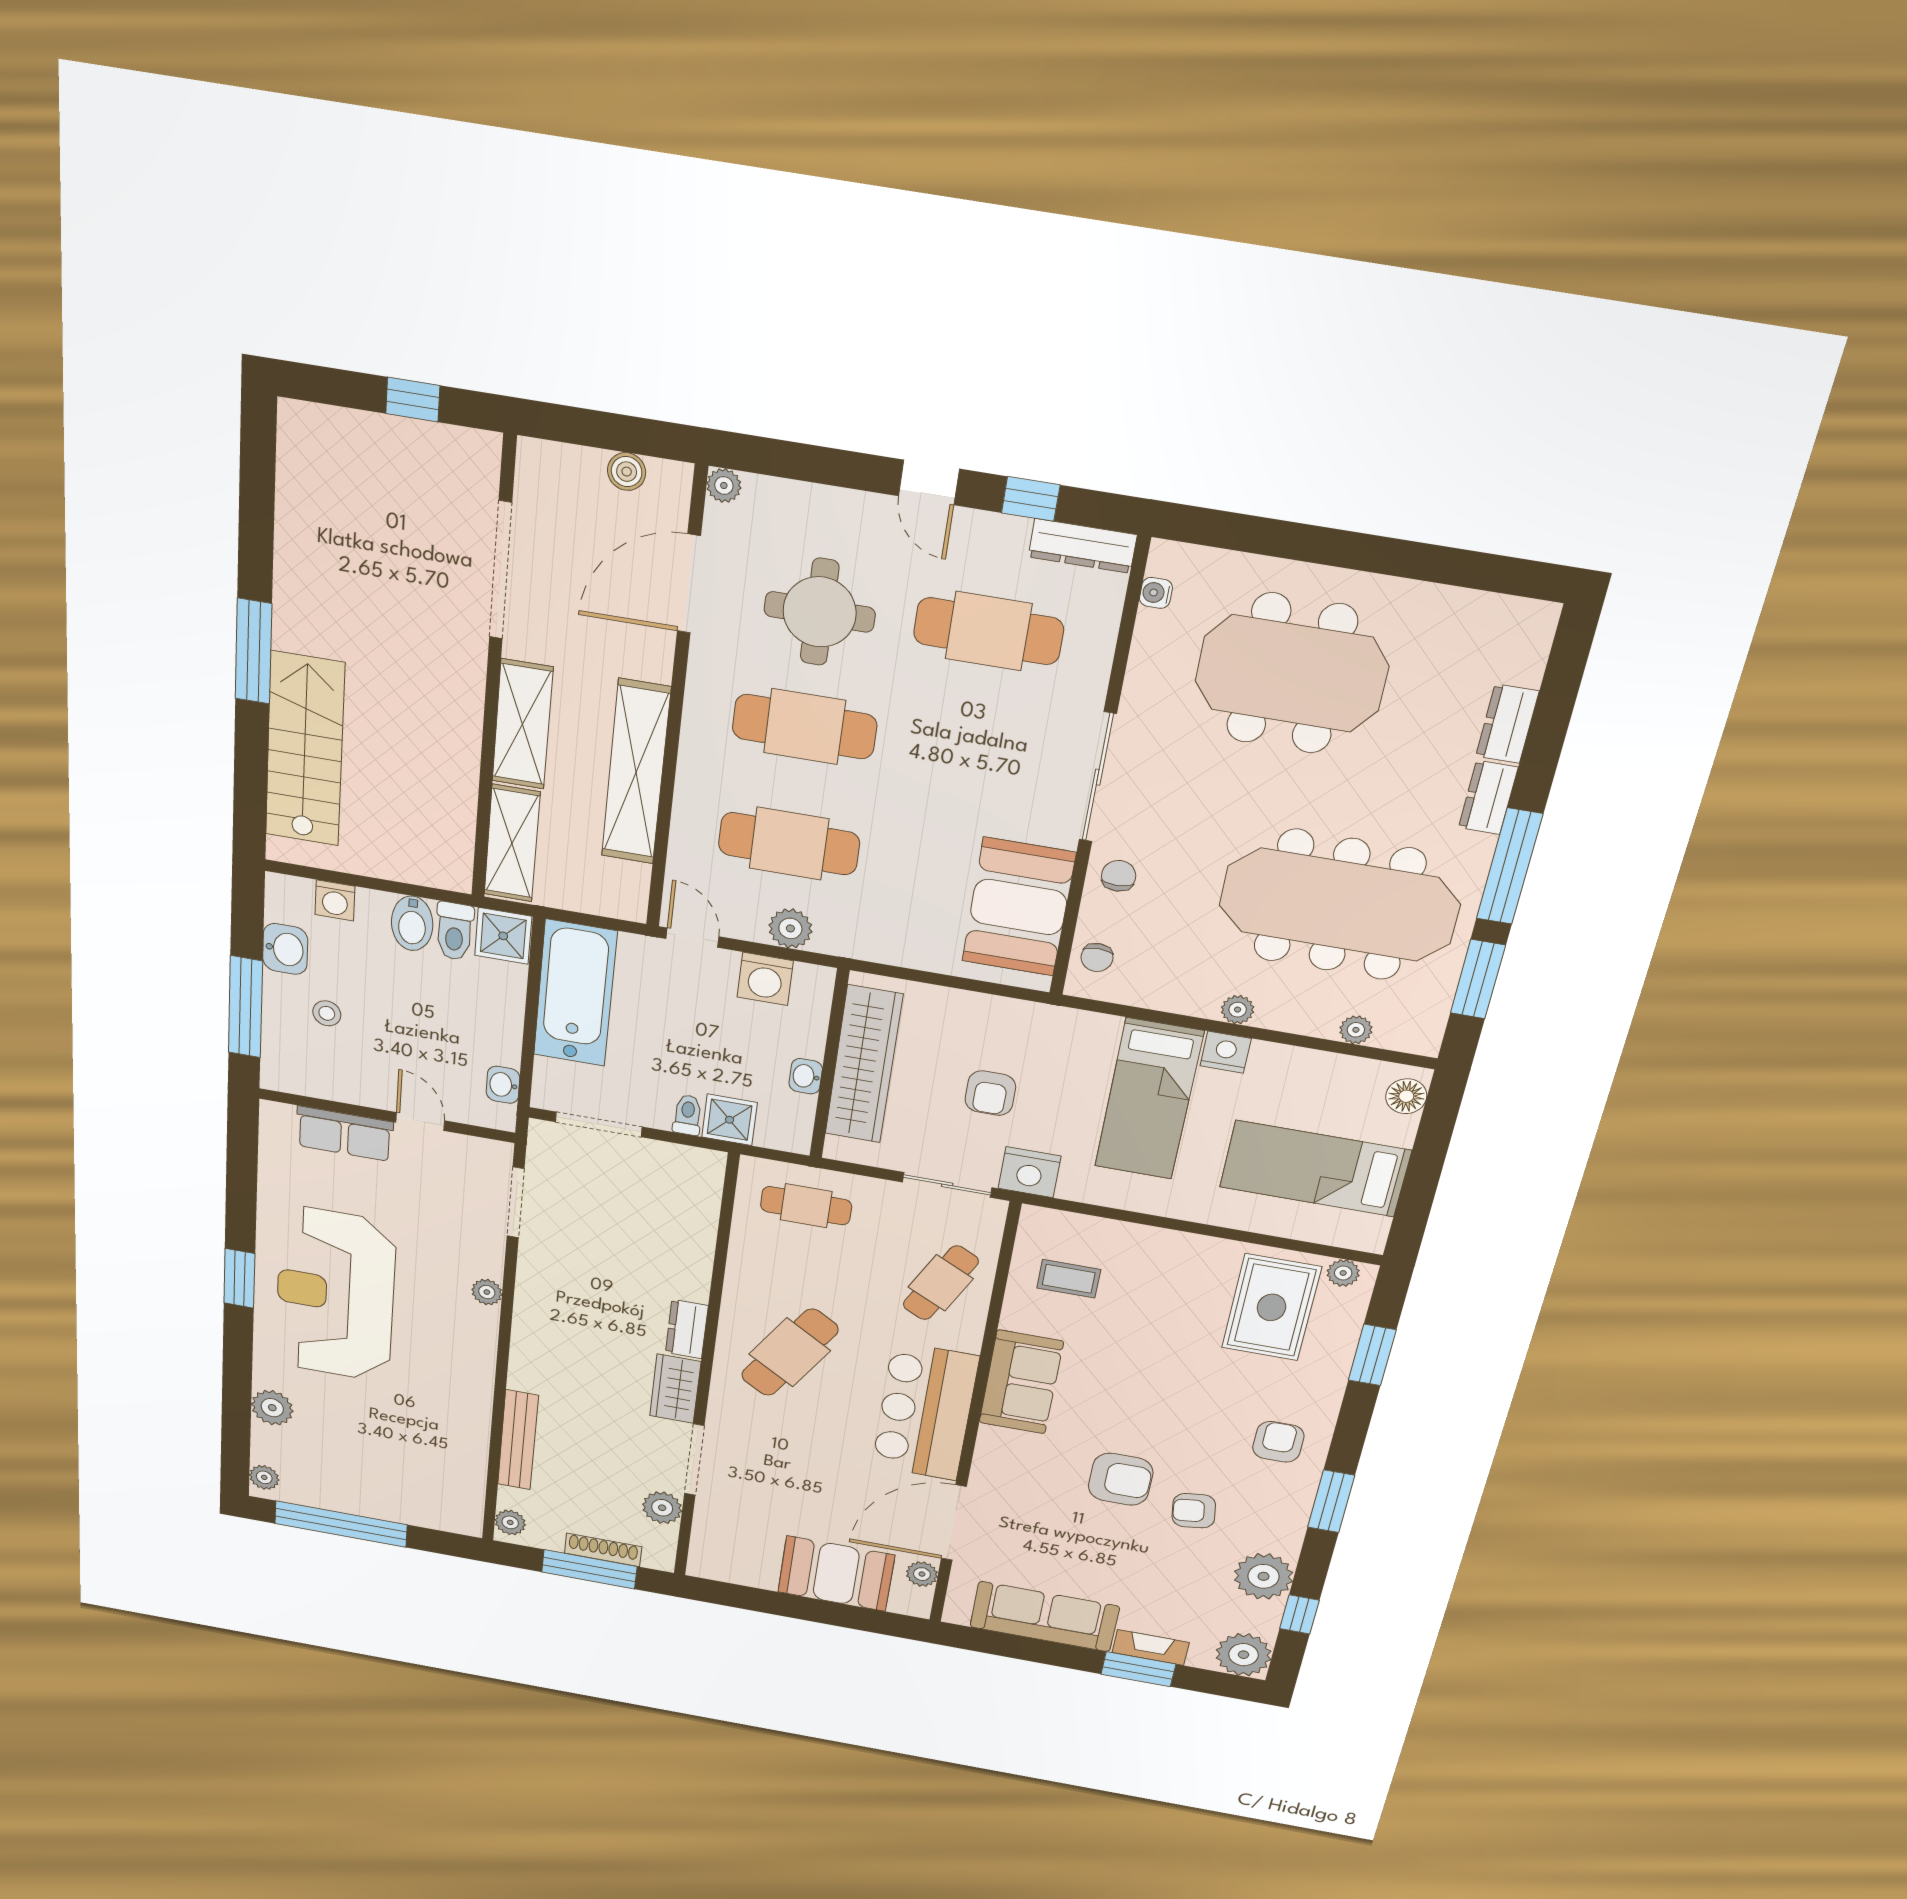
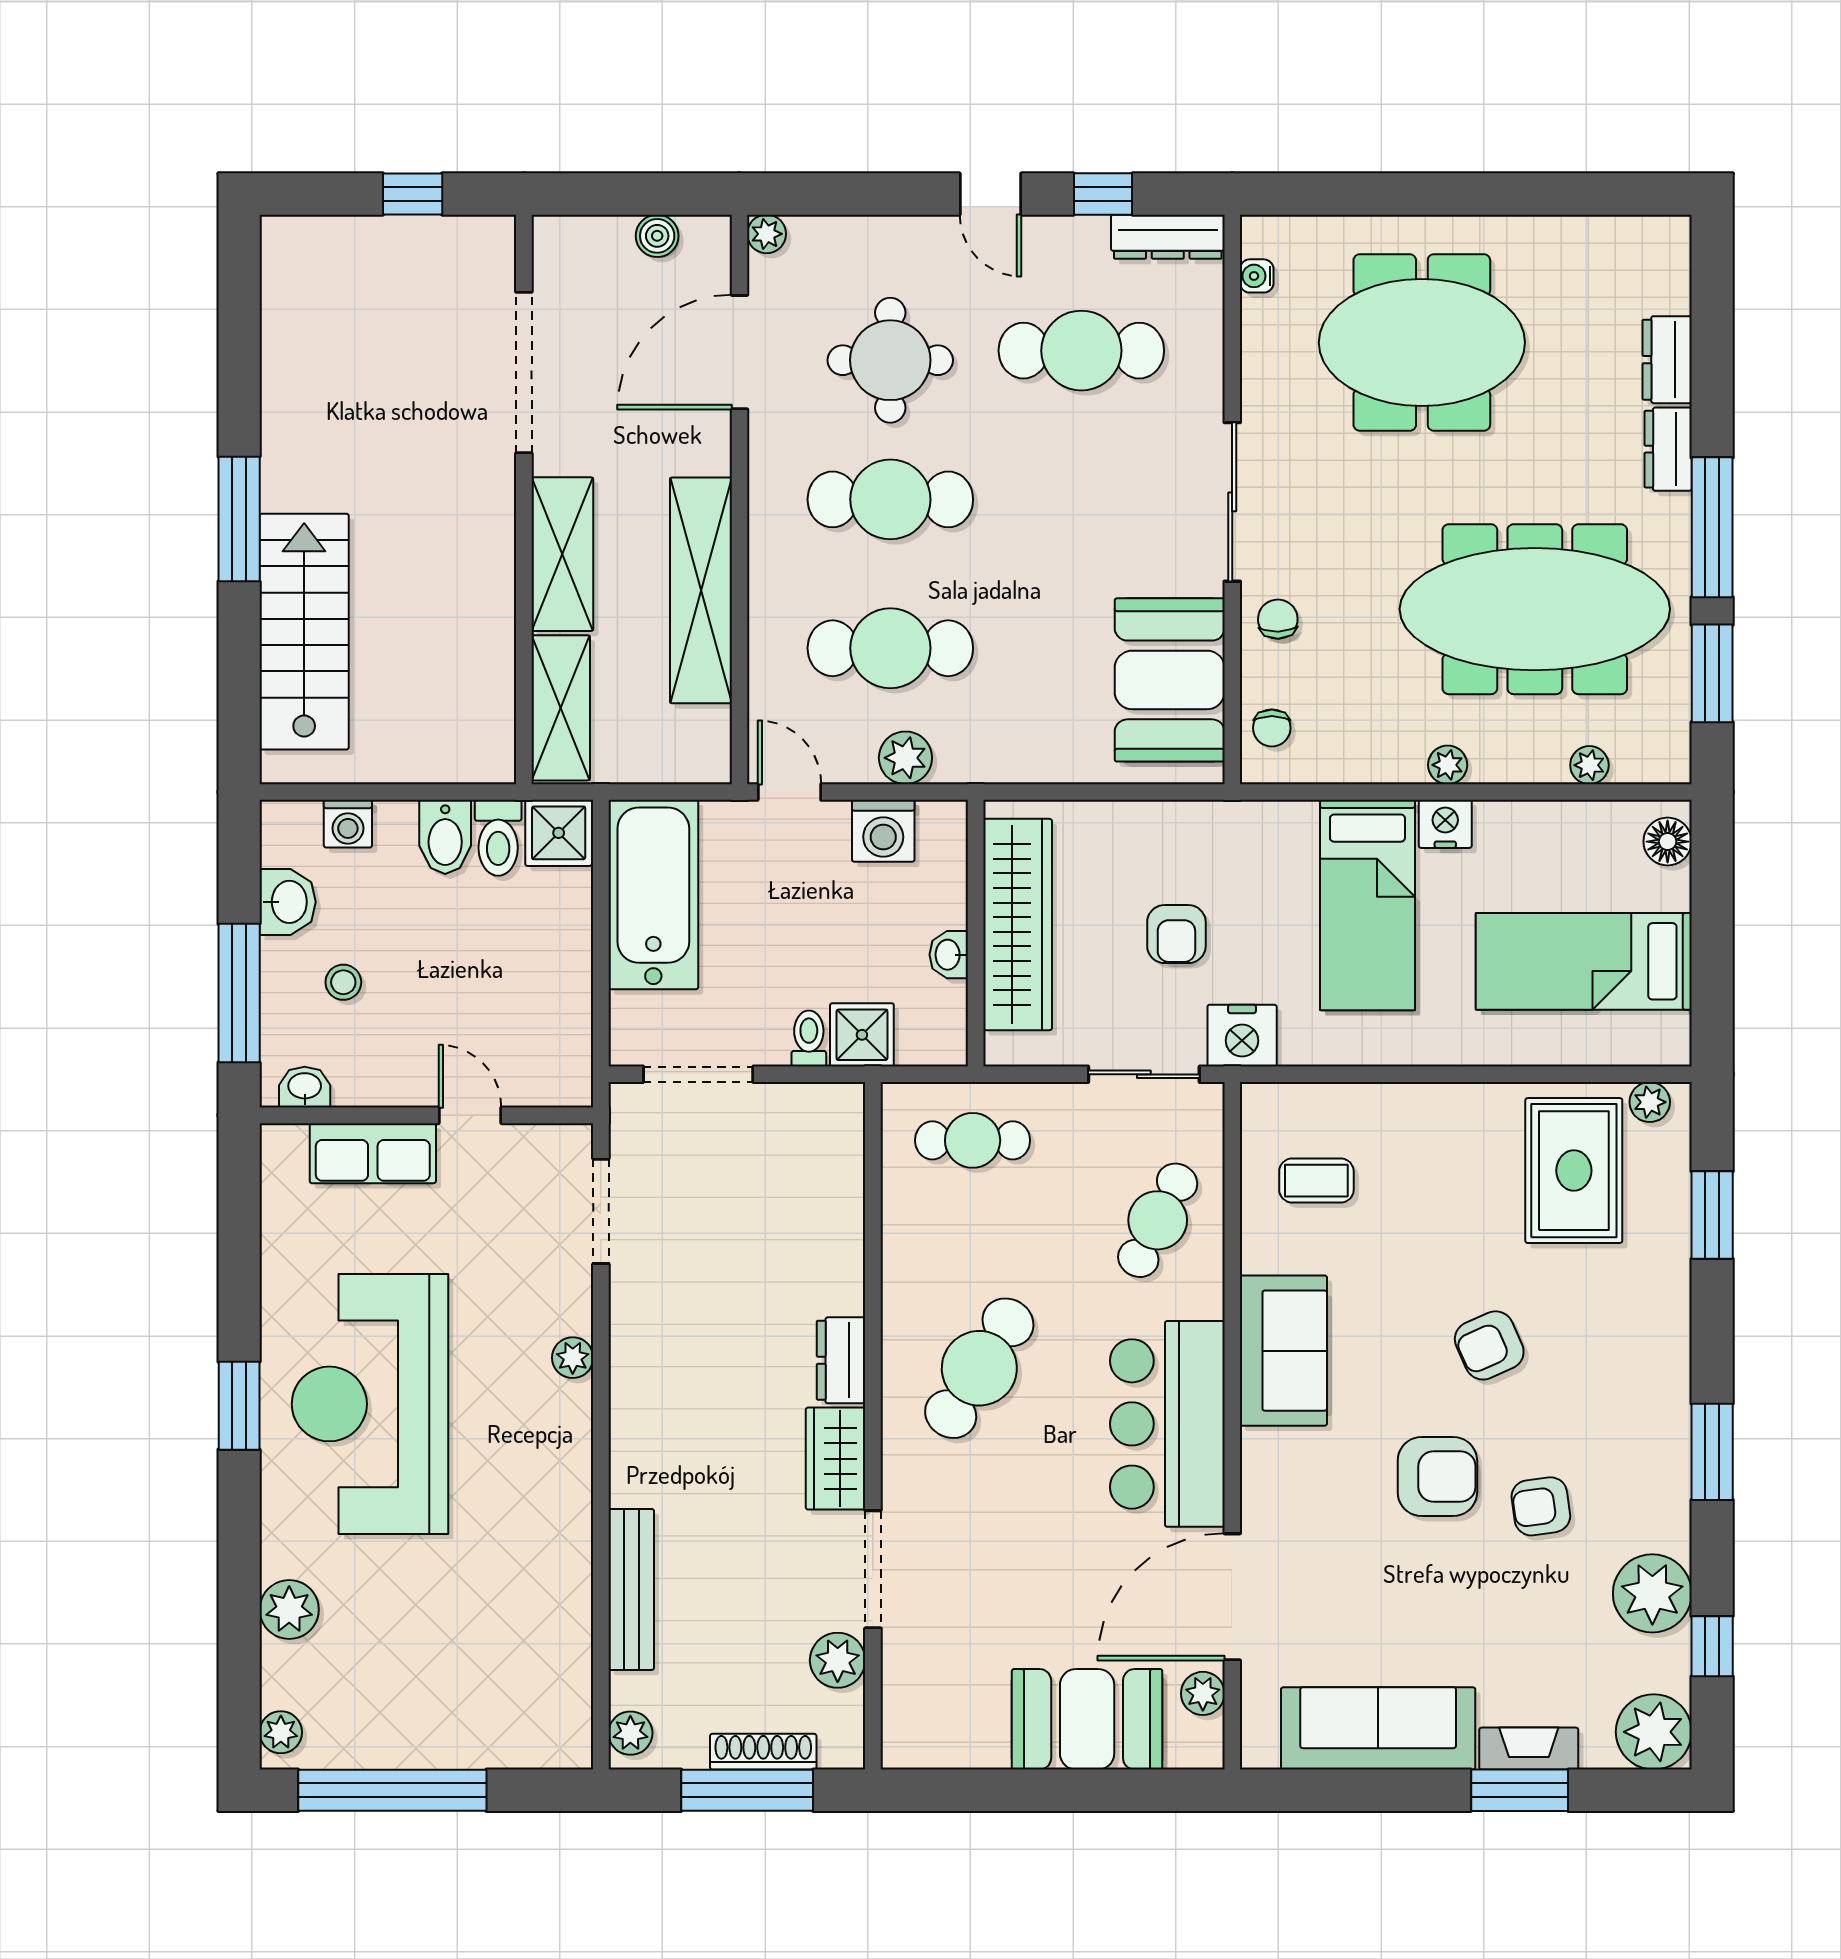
washbasin: (503, 1085) -> (305, 1087), moved, turned 90
armchair: (1278, 1442) -> (1489, 1345), moved, turned -114

